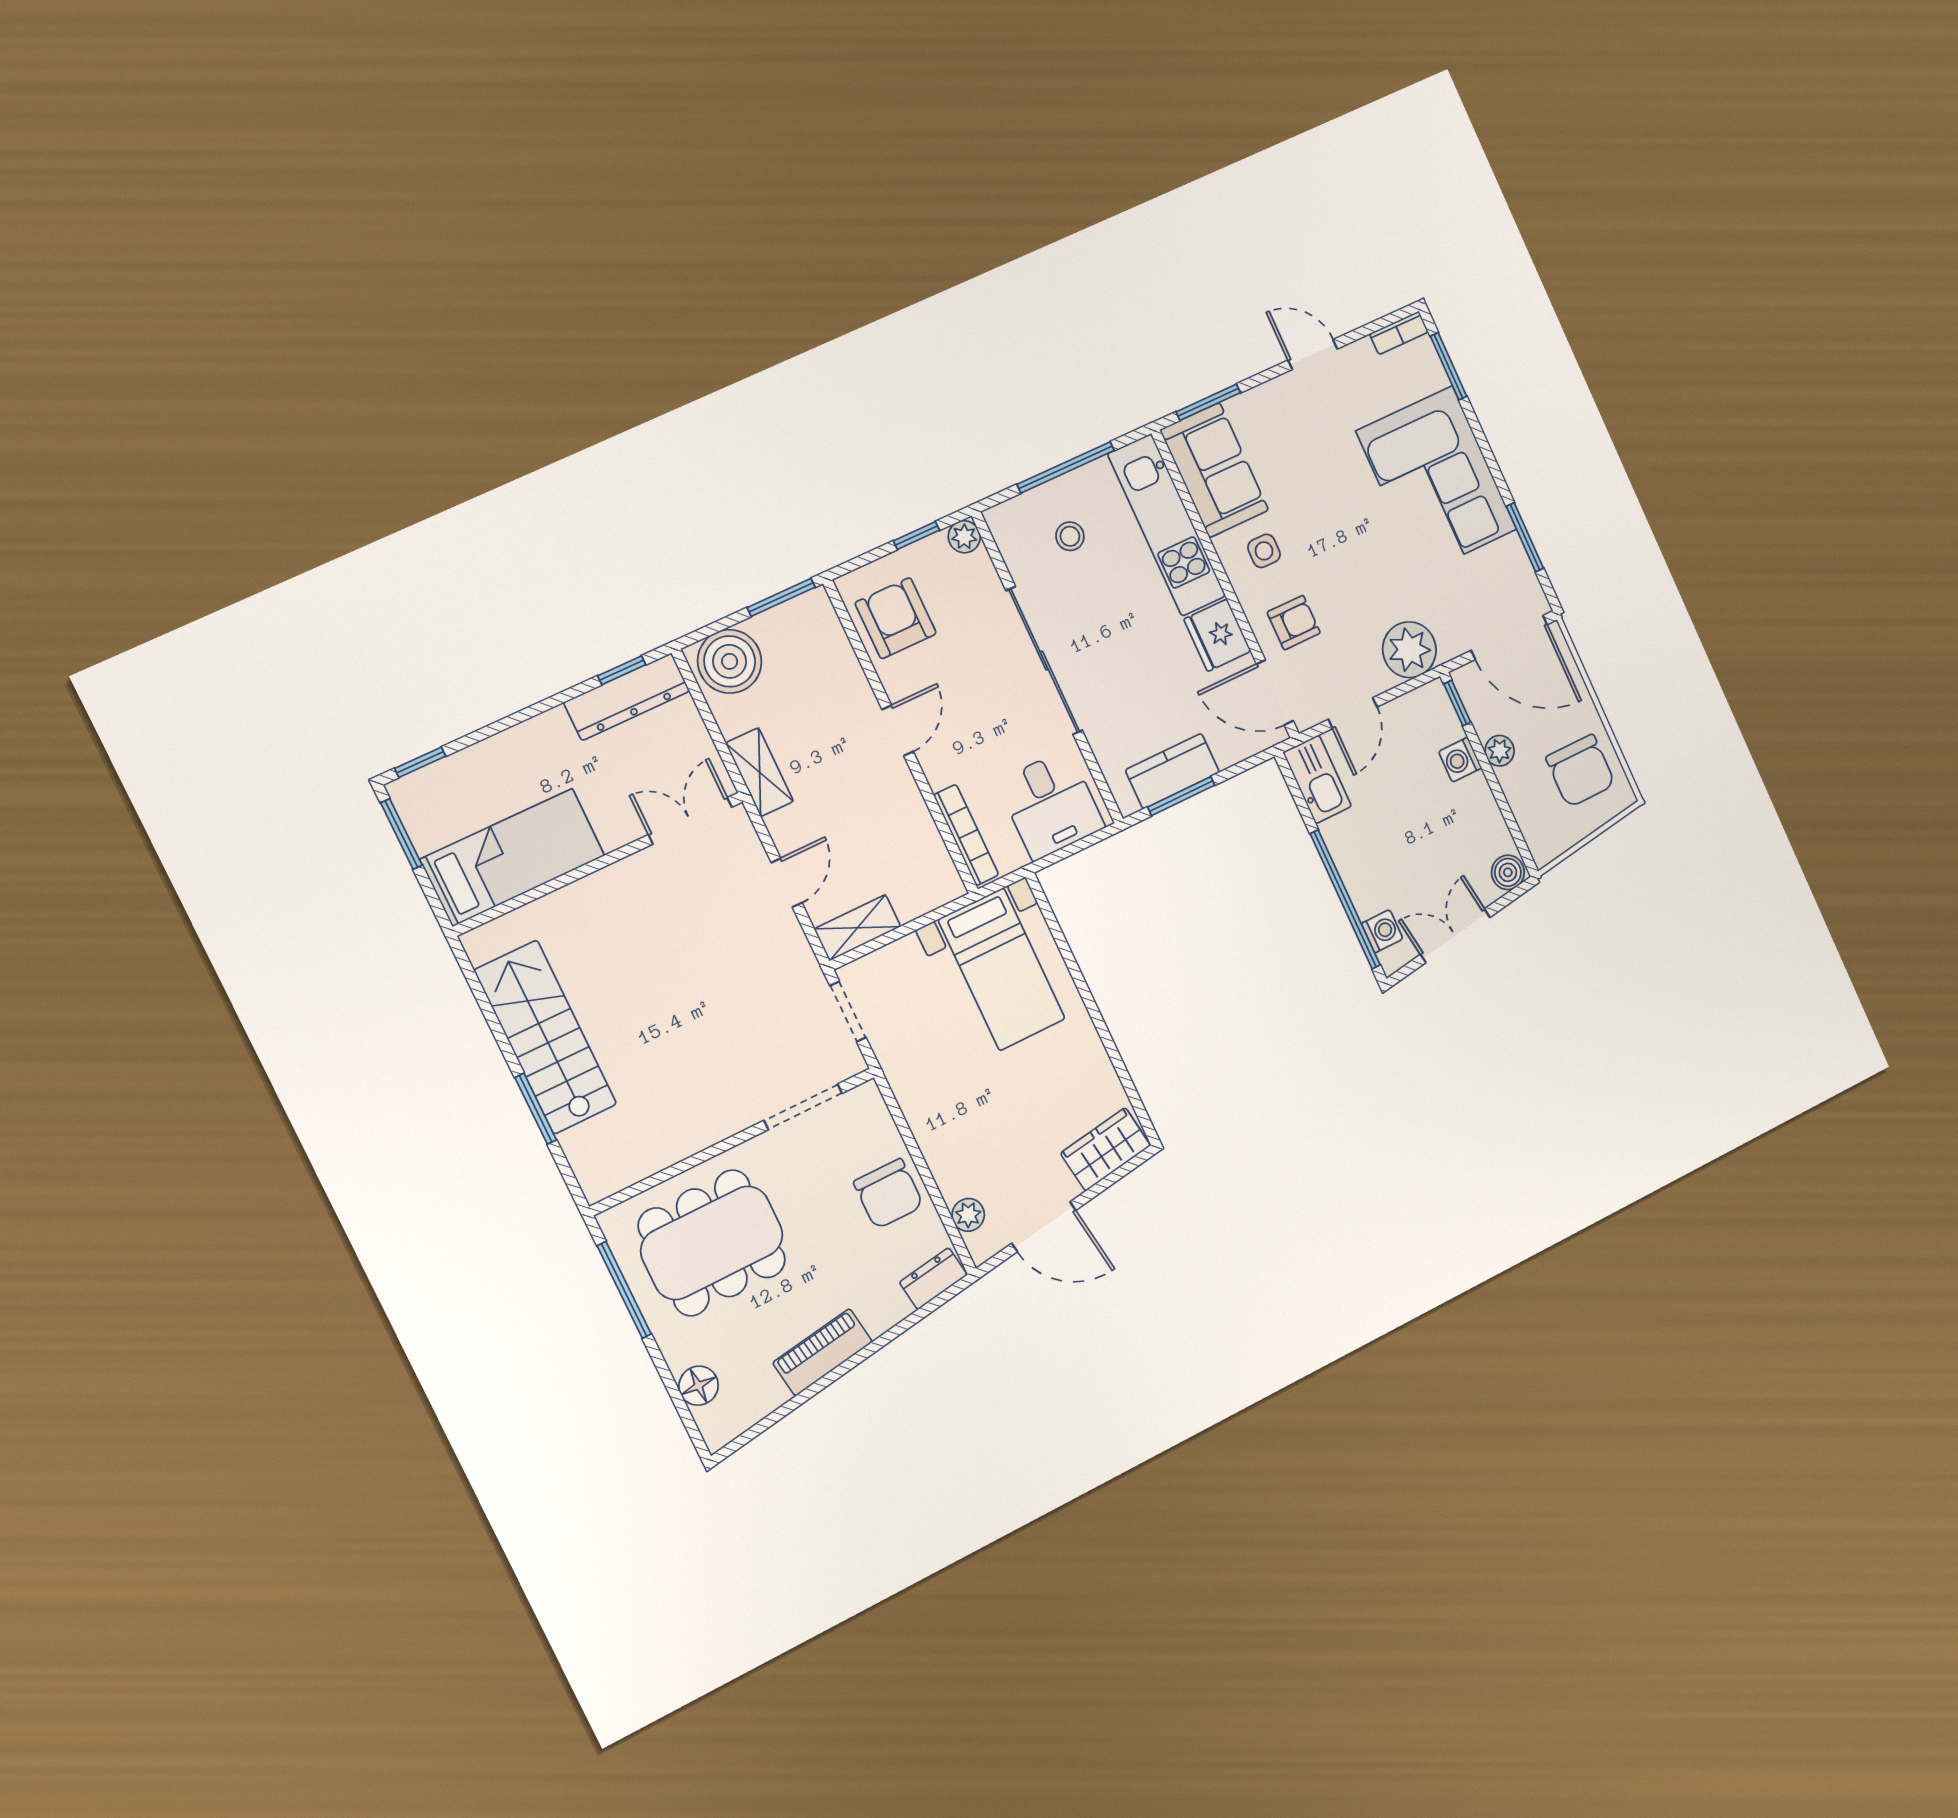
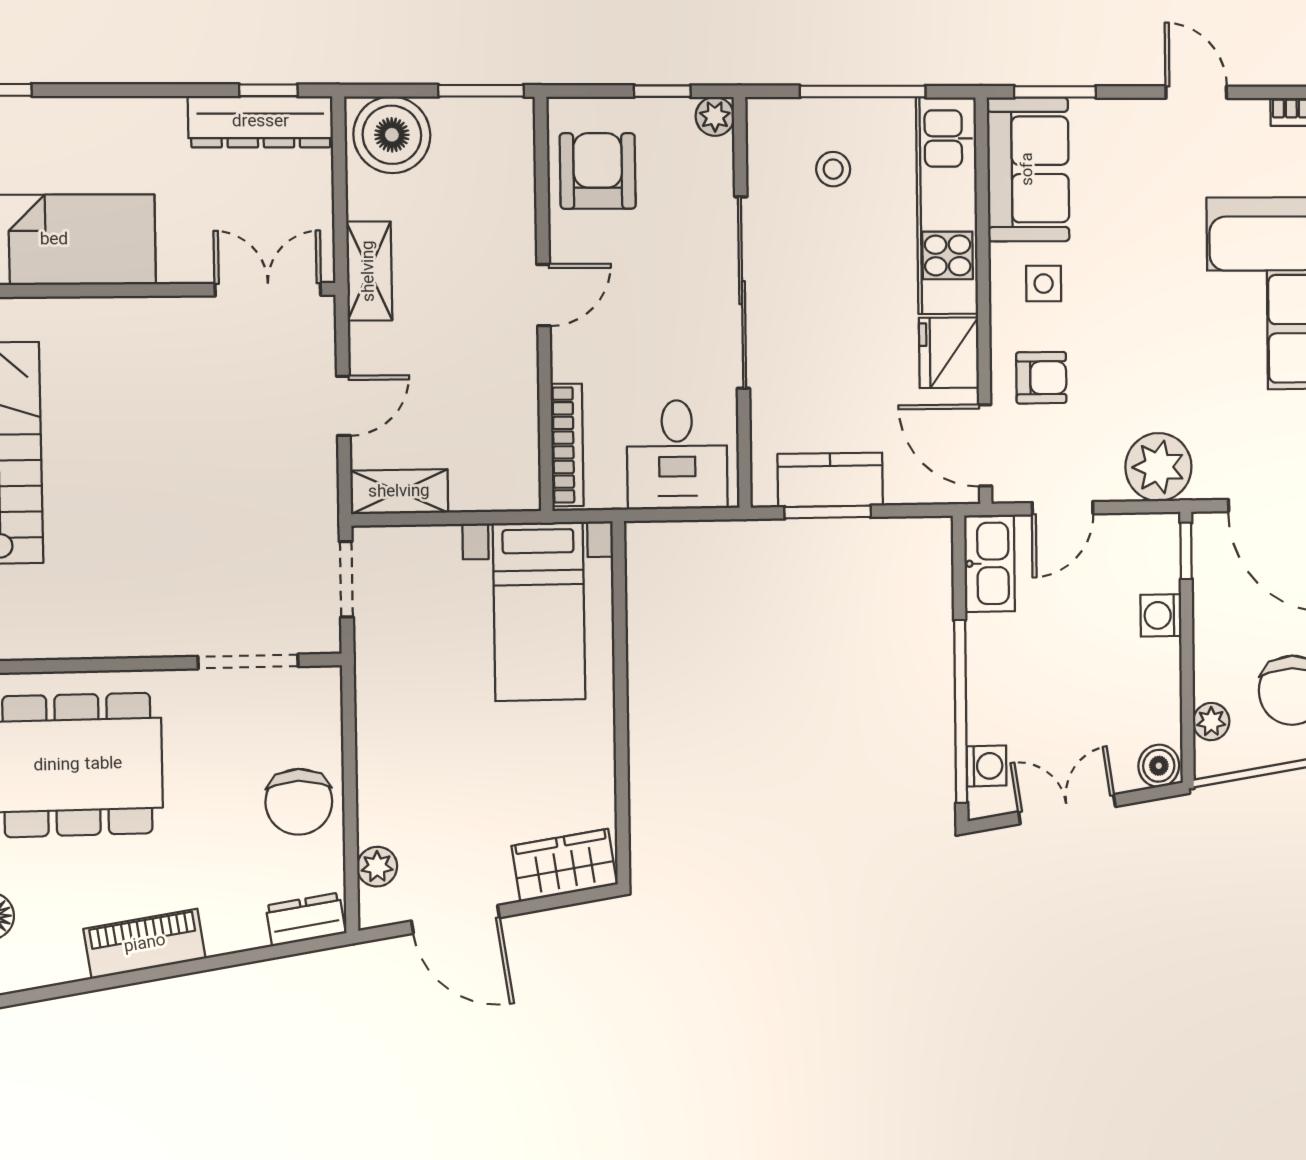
plant: (1500, 751) -> (1211, 722), moved

